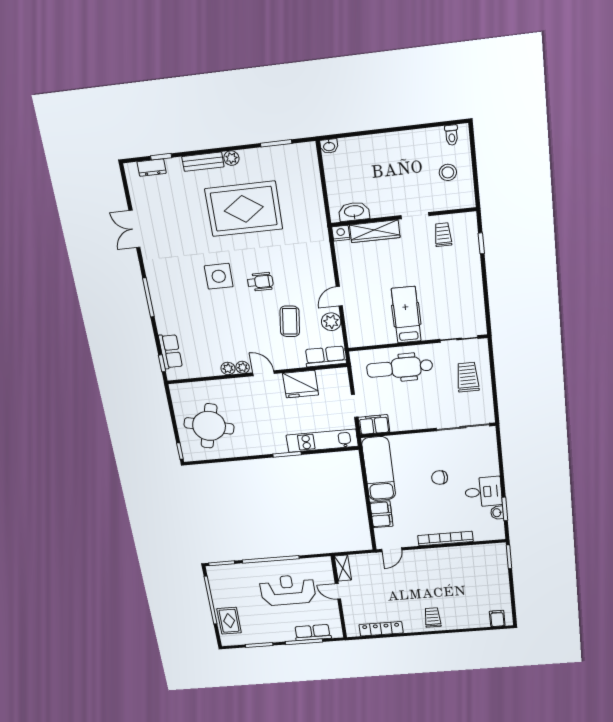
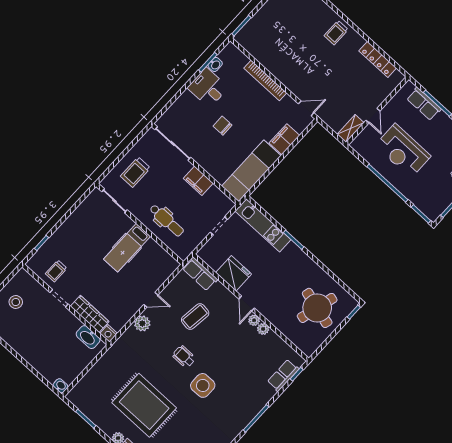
plant: (331, 322) -> (142, 323), moved
dental chair: (400, 368) -> (167, 220), width x0.73, depth x0.72
filing cabinet: (374, 425) -> (198, 181), moved
chair: (440, 478) -> (223, 126), turned 180

